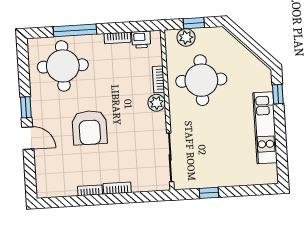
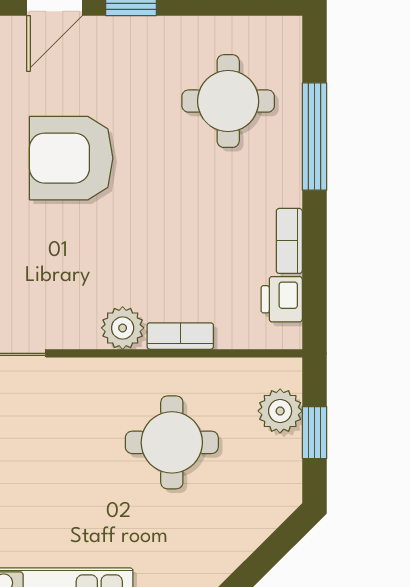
round table: (63, 66) -> (228, 101), width x0.73, depth x0.73
round table: (201, 80) -> (172, 442), width x0.73, depth x0.73

